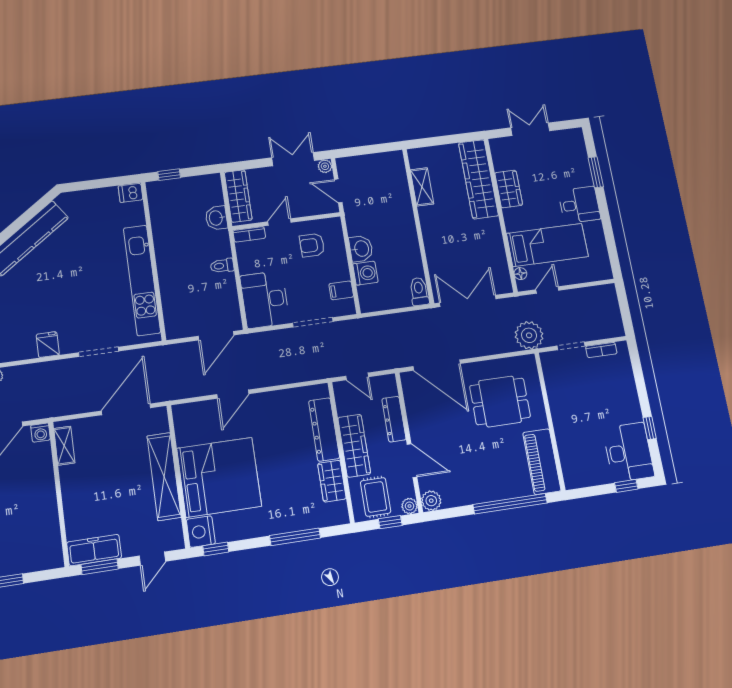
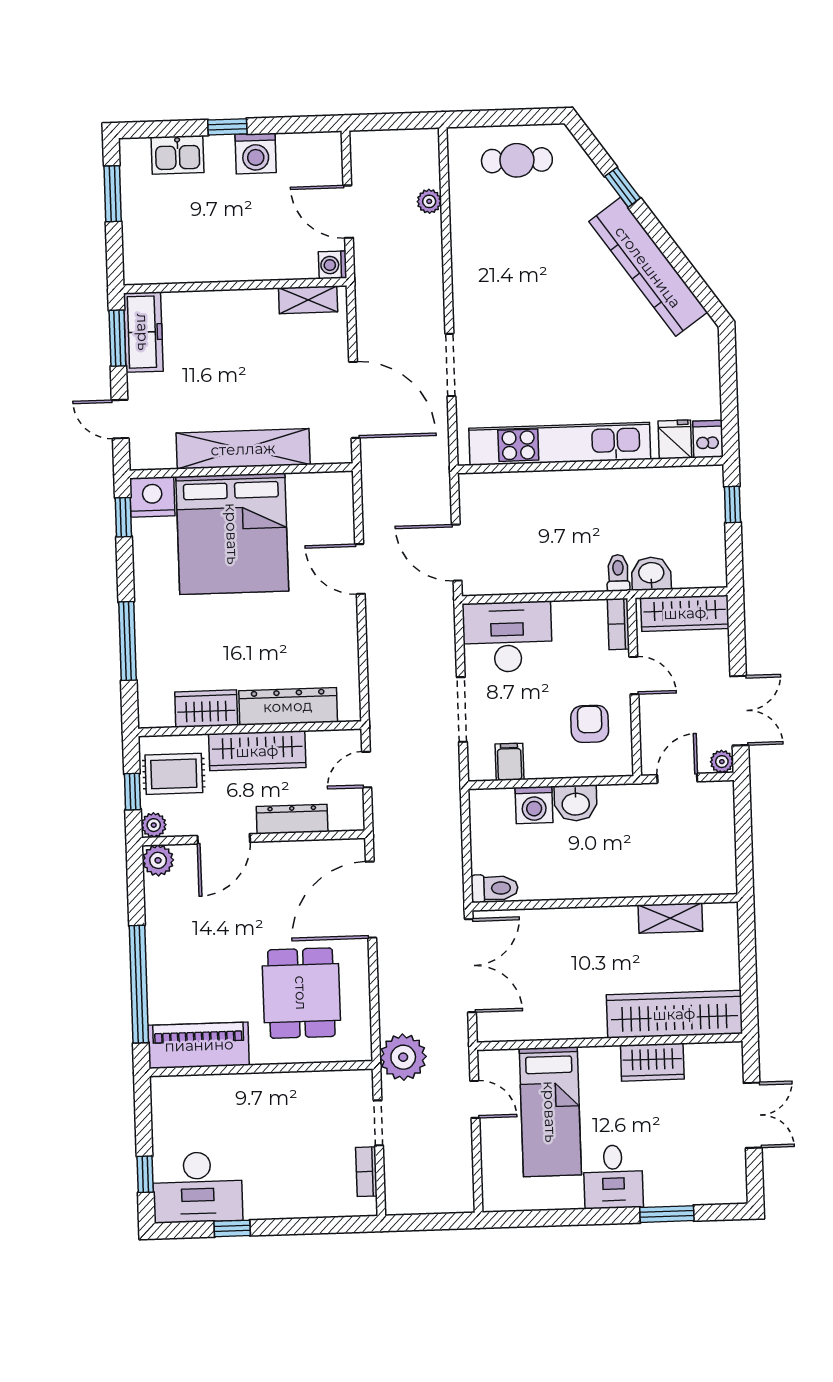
toilet: (222, 266) -> (618, 573), moved
floor lamp: (520, 274) -> (507, 1059), removed
fridge: (48, 345) -> (675, 439), moved, turned -90

